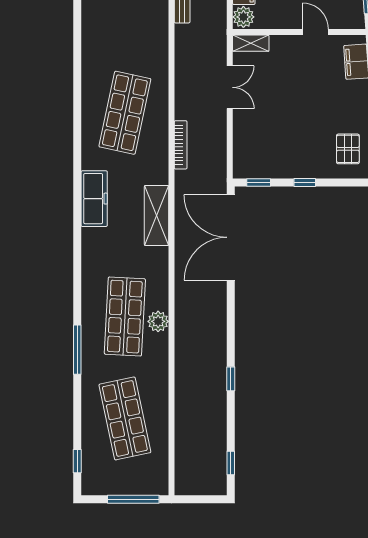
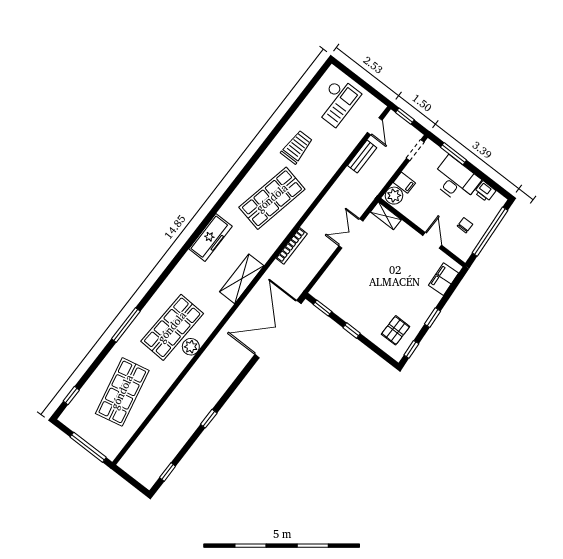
trolley: (110, 43) -> (297, 147), added
double door: (230, 87) -> (351, 233), swing flipped

